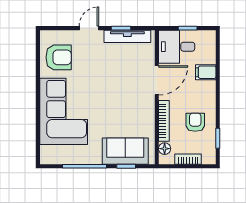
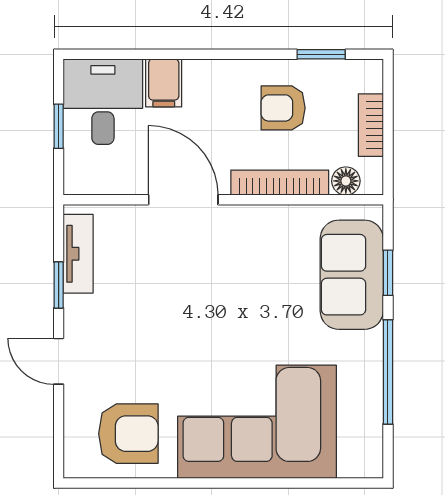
tv unit: (127, 36) -> (78, 254), width x0.71
desk: (177, 47) -> (103, 102), moved, turned 180
armchair: (59, 57) -> (128, 434), turned 90

